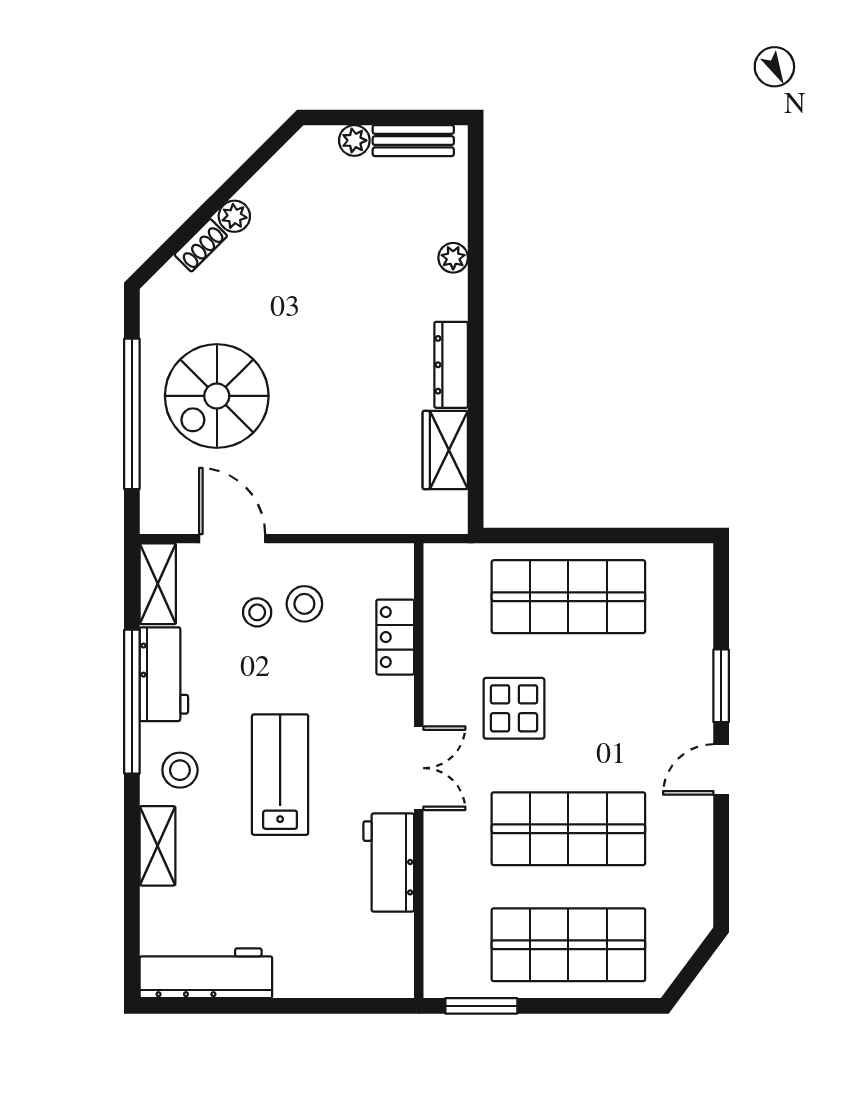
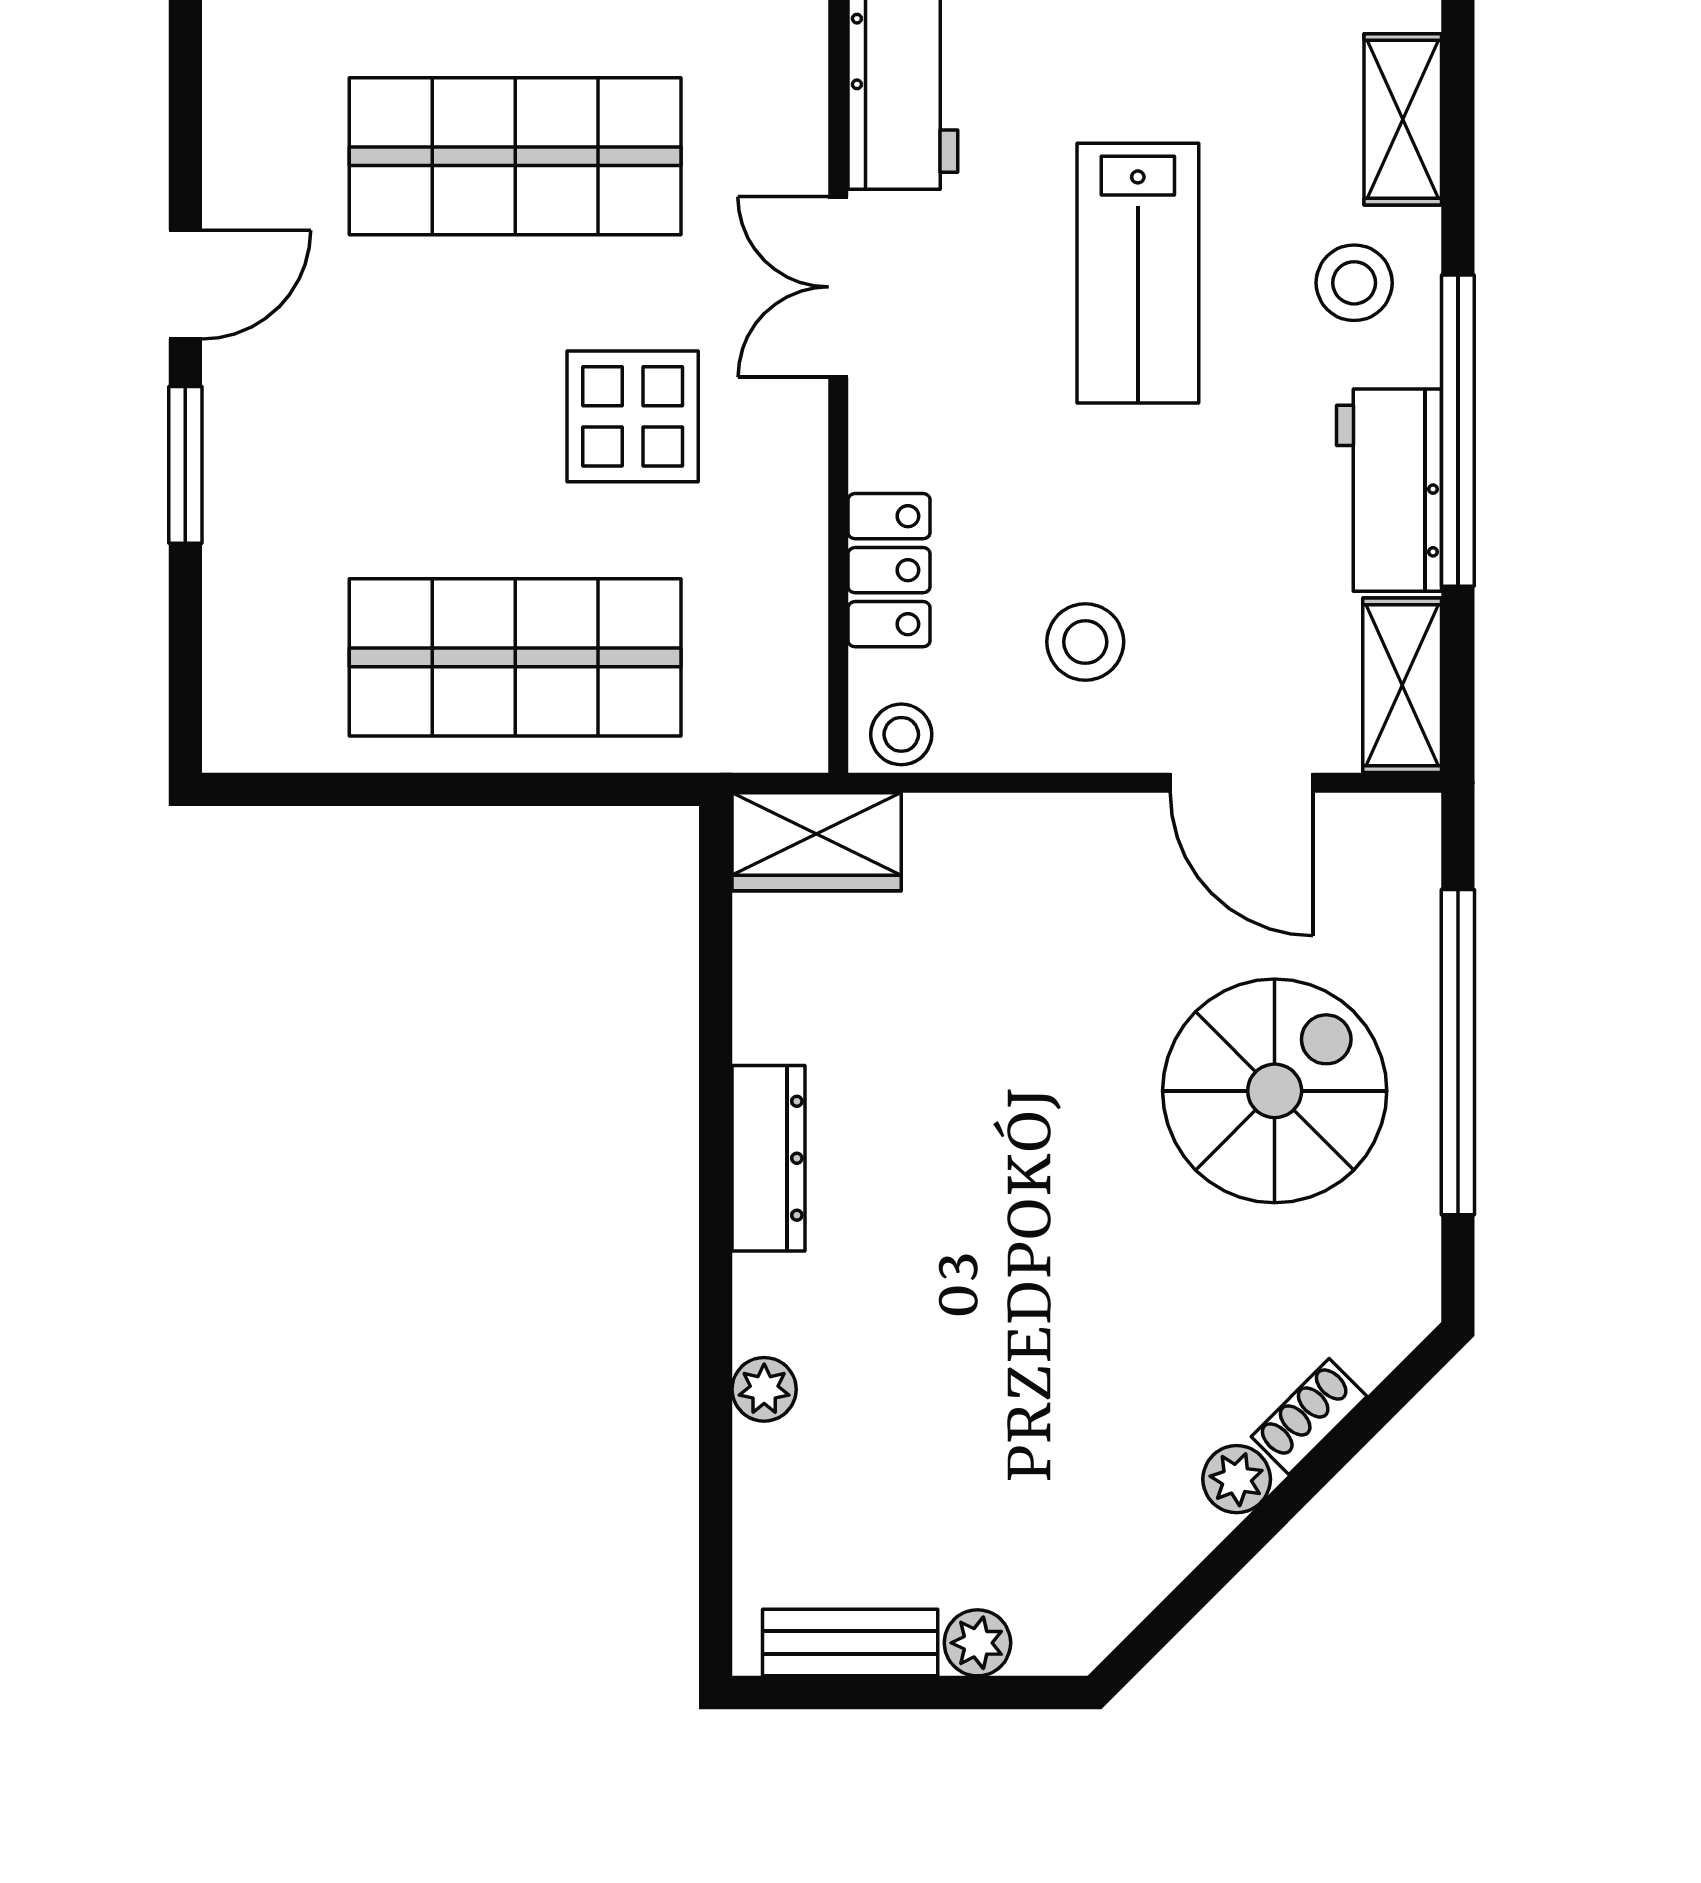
wardrobe: (445, 450) -> (817, 842), moved, turned 90
stool: (257, 612) -> (901, 734), moved

